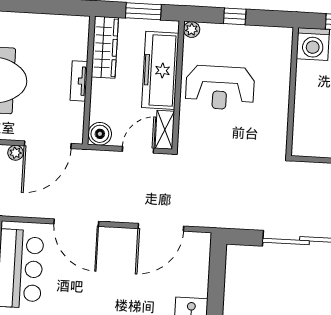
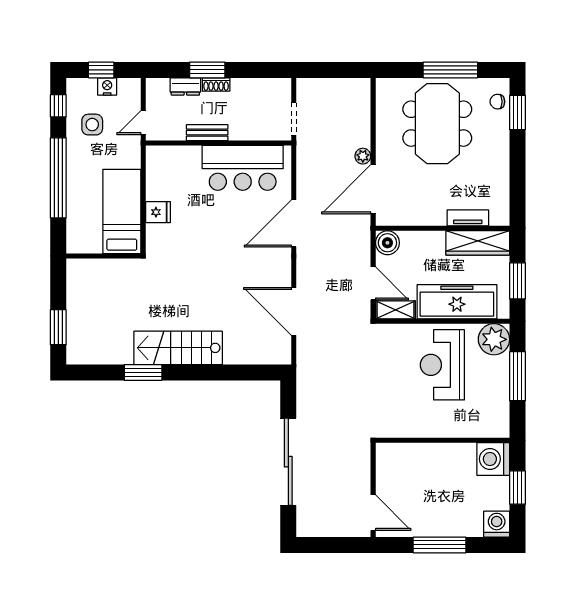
window: (235, 16) -> (517, 376), width x2.17
plant: (192, 30) -> (494, 339), width x1.87, depth x1.87
tv unit: (79, 81) -> (468, 218), moved
door: (48, 145) -> (373, 189), hinge flipped

